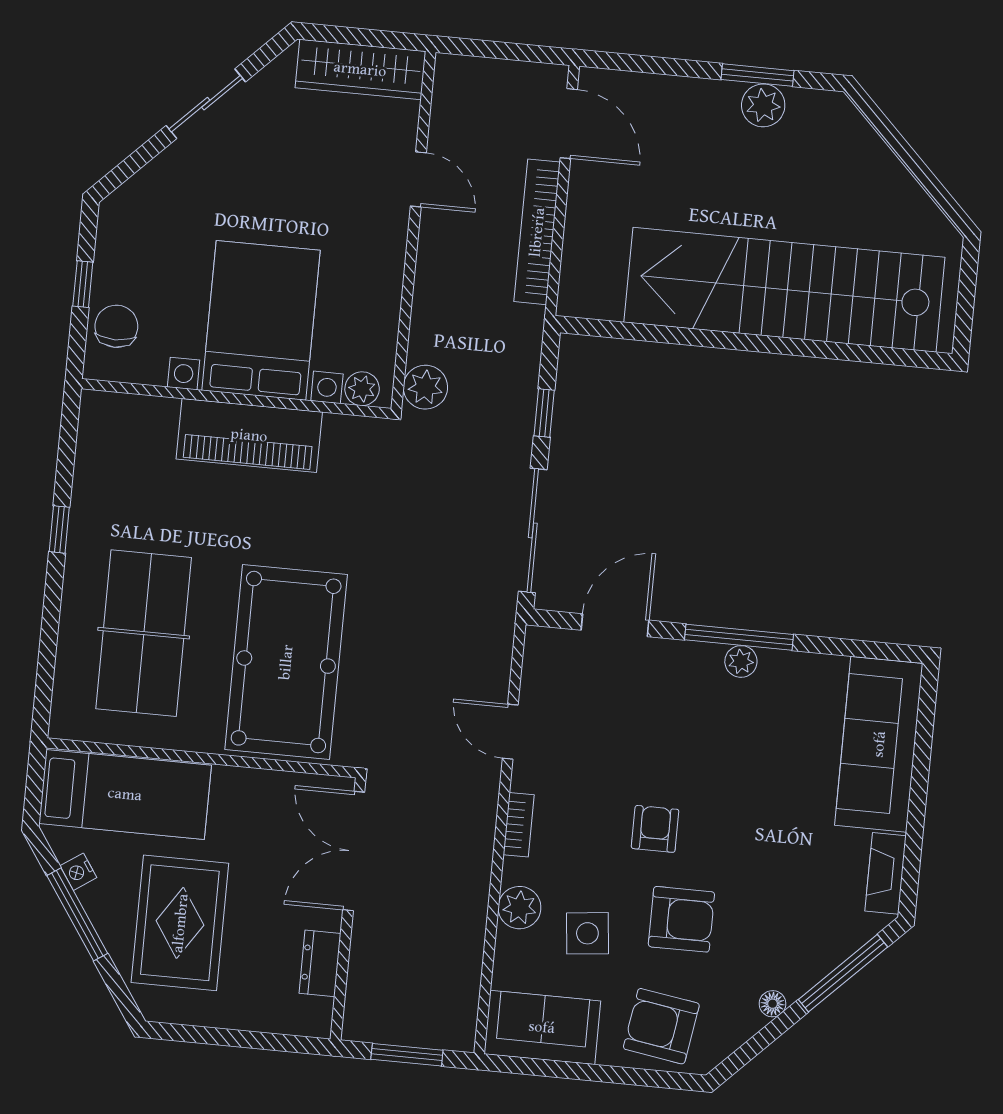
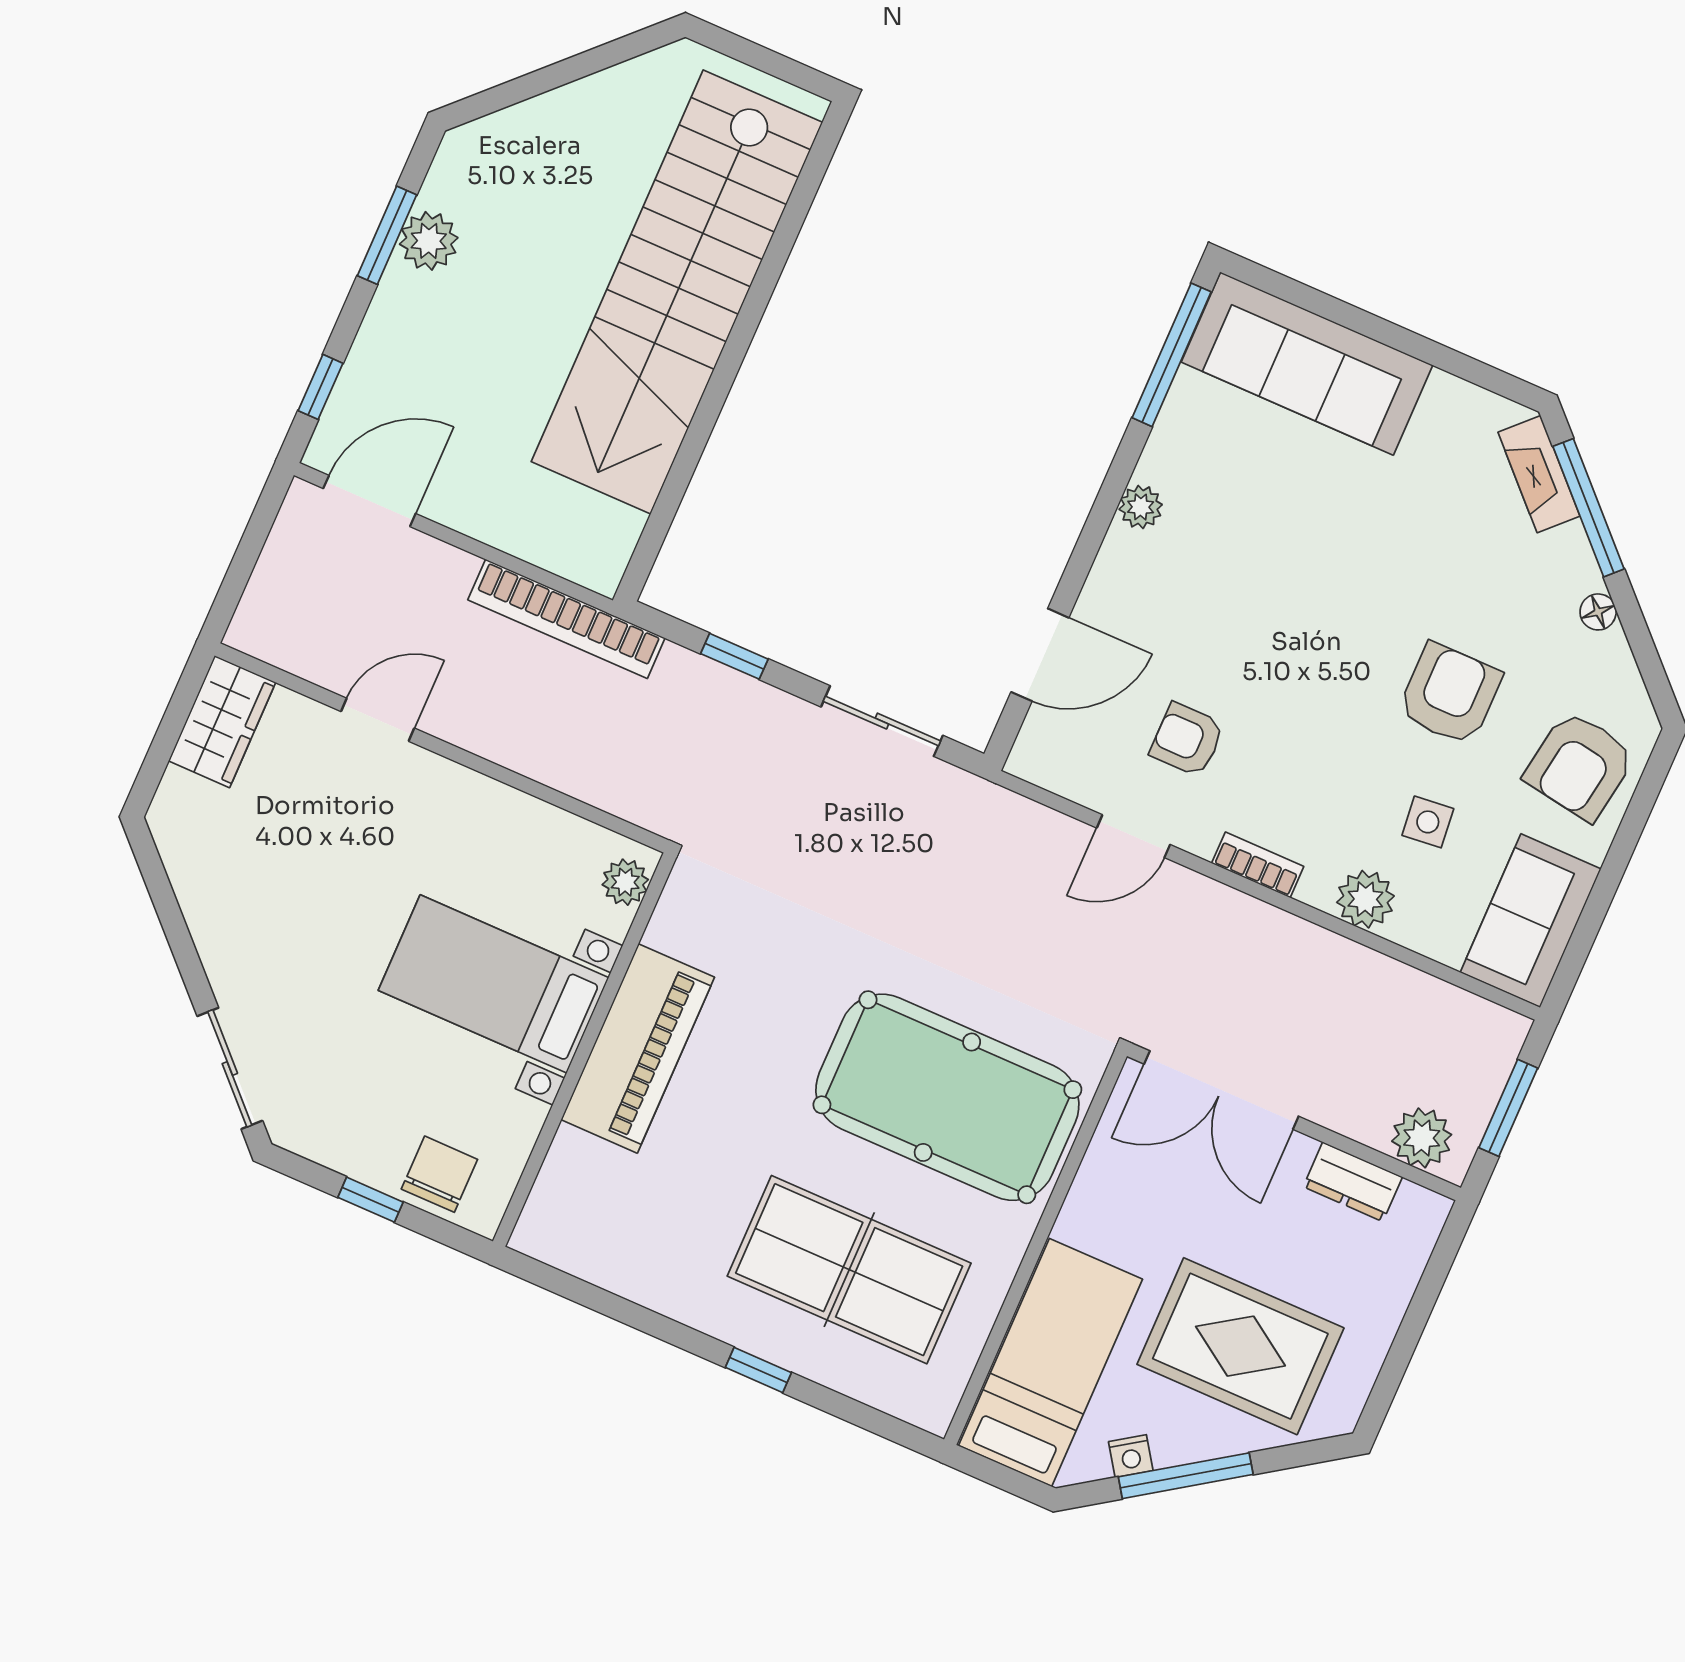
window: (637, 63) -> (320, 387), added
wardrobe: (360, 69) -> (222, 722), width x0.67
sliding door: (206, 104) -> (230, 1068), moved
bookcase: (537, 232) -> (566, 619), moved
bed with nightstands: (261, 320) -> (494, 984), width x0.73
chair: (116, 326) -> (439, 1174), turned 90
plant: (425, 387) -> (1422, 1138), moved
window: (59, 529) -> (758, 1370), moved
sliding door: (533, 530) -> (882, 721), width x0.73
door: (615, 625) -> (1040, 655), swing flipped
window: (739, 637) -> (1172, 355), moved
armchair: (655, 829) -> (1187, 740), moved
fireplace: (886, 873) -> (1539, 474), moved, turned 45
side table: (587, 933) -> (1428, 822), width x0.73, depth x0.73

